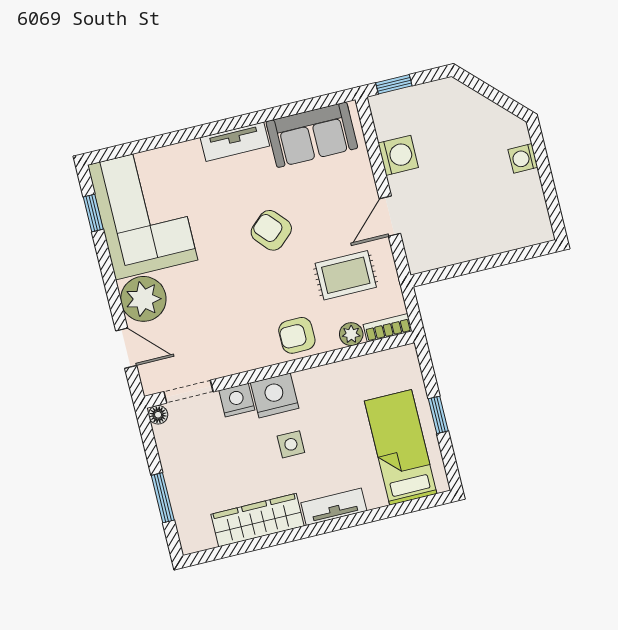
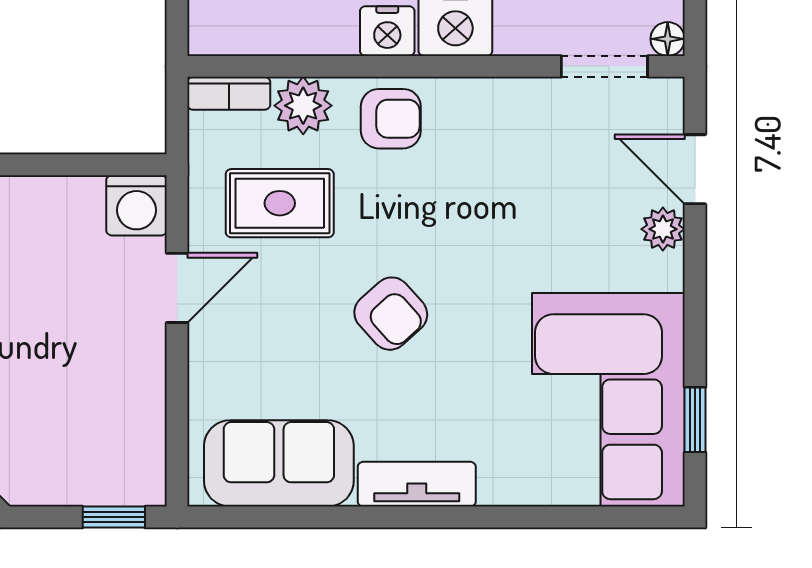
washing machine: (398, 155) -> (136, 205), moved, turned -90
plant: (143, 299) -> (663, 229), width x0.53, depth x0.53
plant: (351, 334) -> (303, 106), width x1.38, depth x1.38
nightstand: (237, 400) -> (387, 31), moved

